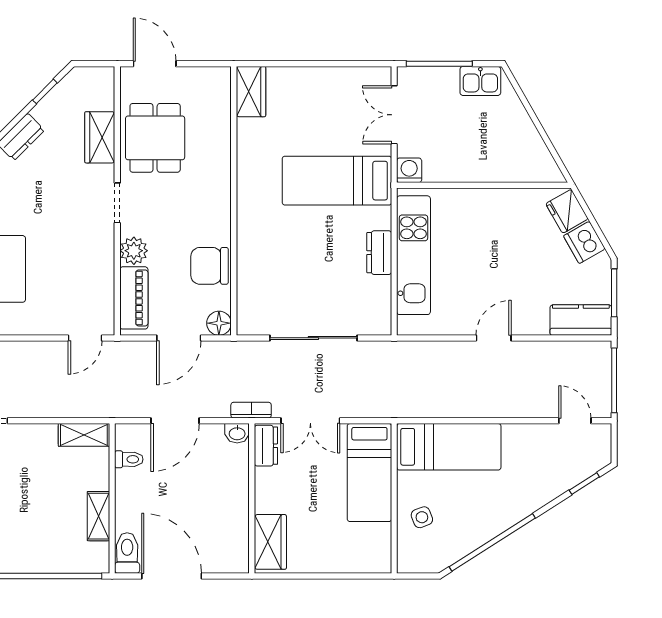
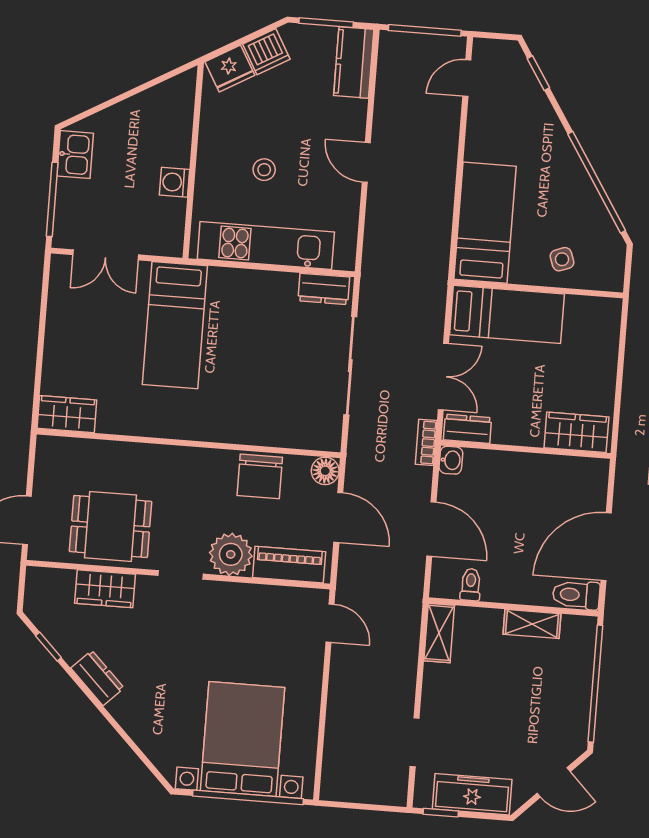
washing machine: (409, 170) -> (174, 182), moved
stool: (480, 248) -> (264, 170), added
plant: (134, 251) -> (231, 554), width x1.36, depth x1.36
dresser: (379, 253) -> (324, 289), moved

